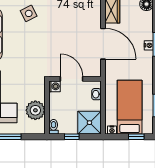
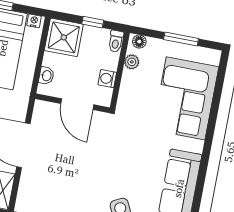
washing machine: (54, 86) -> (107, 79), moved
plant: (35, 110) -> (132, 62), width x0.53, depth x0.53
floor lamp: (37, 130) -> (139, 42), added

